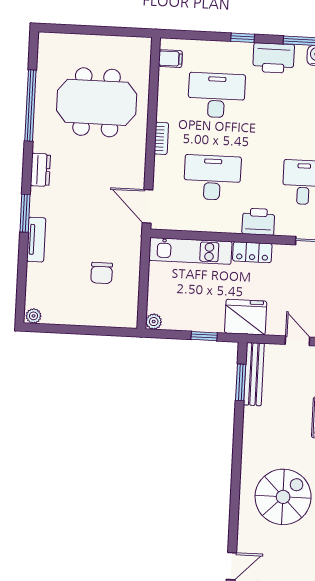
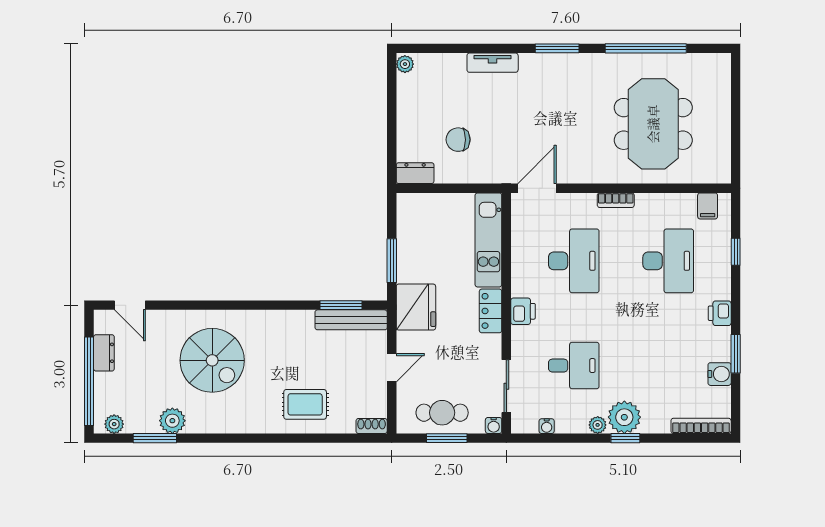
window: (243, 38) -> (736, 252), moved
printer: (274, 58) -> (720, 313), width x0.53, depth x0.68
dresser: (40, 170) -> (415, 173), moved, turned 180
window: (25, 213) -> (557, 48), moved
printer: (258, 222) -> (523, 311), width x0.73, depth x0.81
plant: (154, 322) -> (405, 202), removed
window: (204, 336) -> (392, 261), width x1.50

